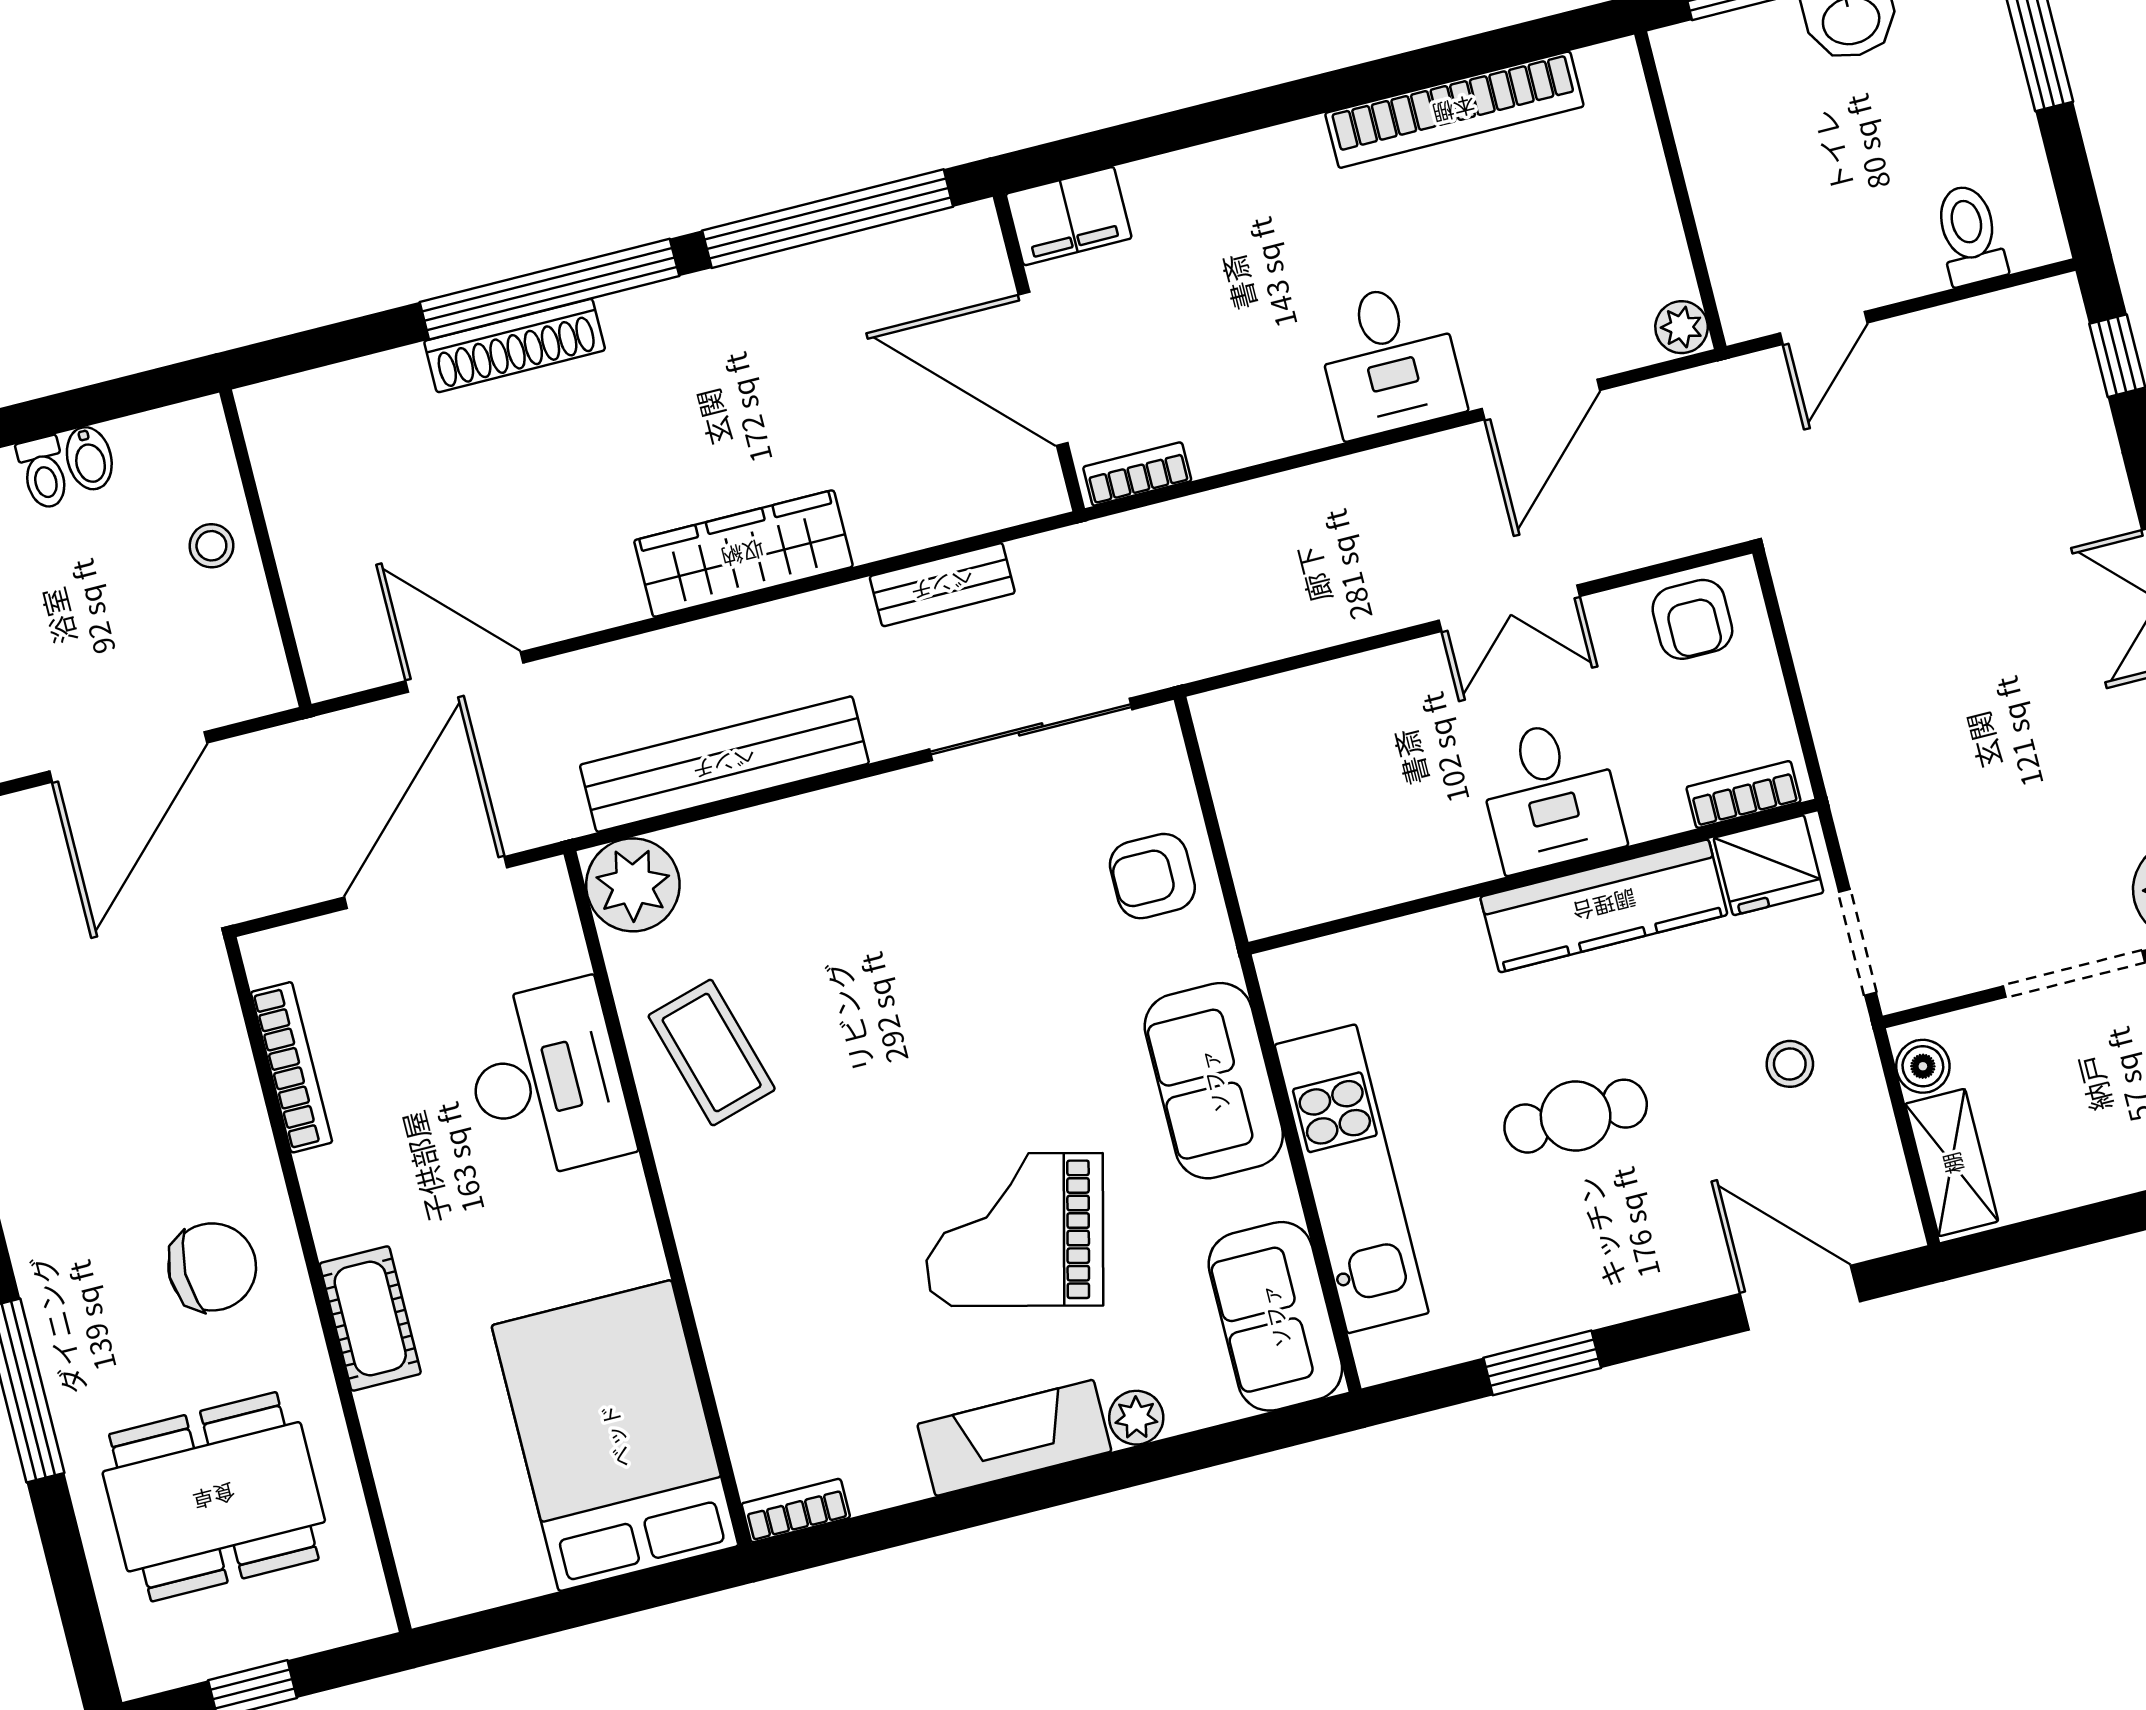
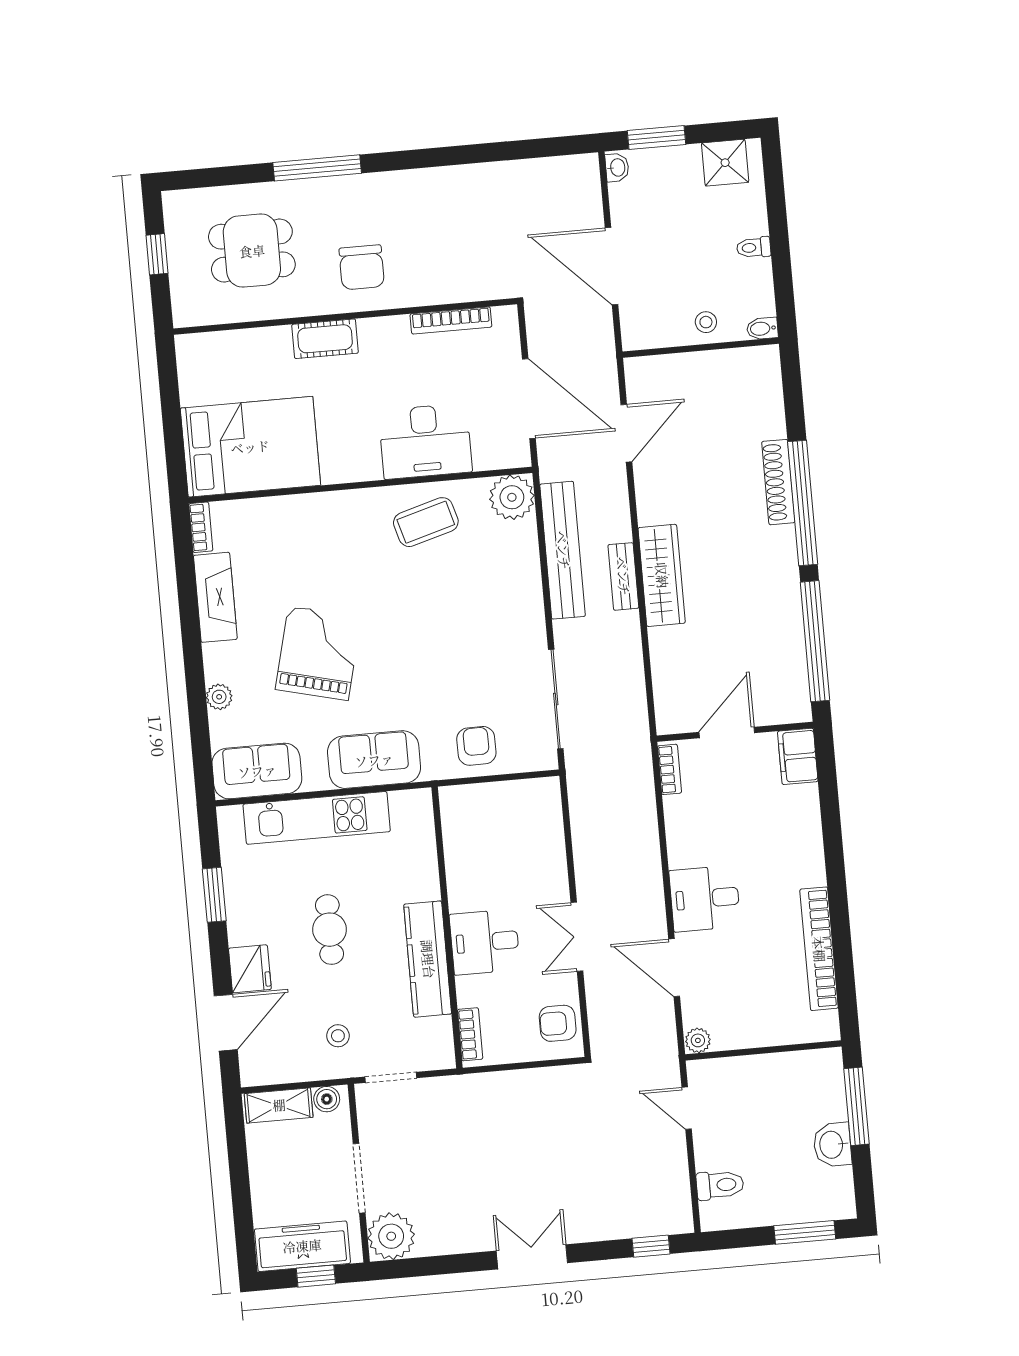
door: (1043, 369) -> (727, 733), width x0.73
bidet: (89, 458) -> (762, 329), moved
bench: (942, 585) -> (623, 576), moved
fridge: (1769, 865) -> (250, 969), moved, turned 180
fireplace: (1014, 1438) -> (215, 597), moved
dining table: (214, 1497) -> (252, 251), width x0.73

